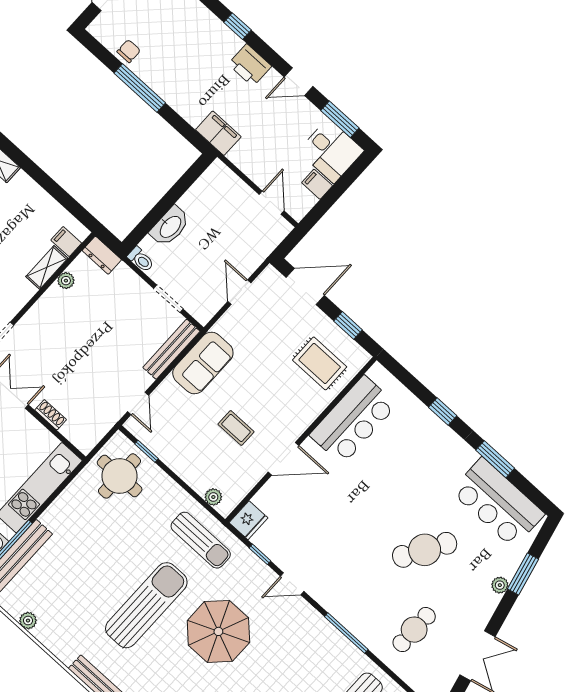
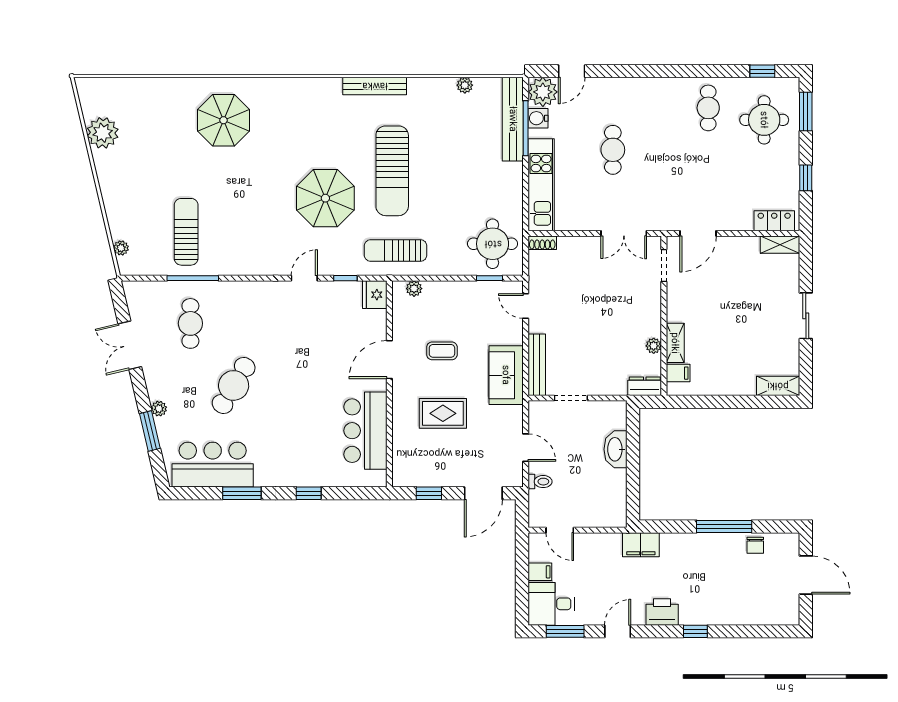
toilet: (141, 259) -> (540, 482), moved, turned 180
rug: (320, 363) -> (443, 413), moved
shoe rack: (51, 415) -> (542, 243), moved
window: (346, 633) -> (193, 278), moved

